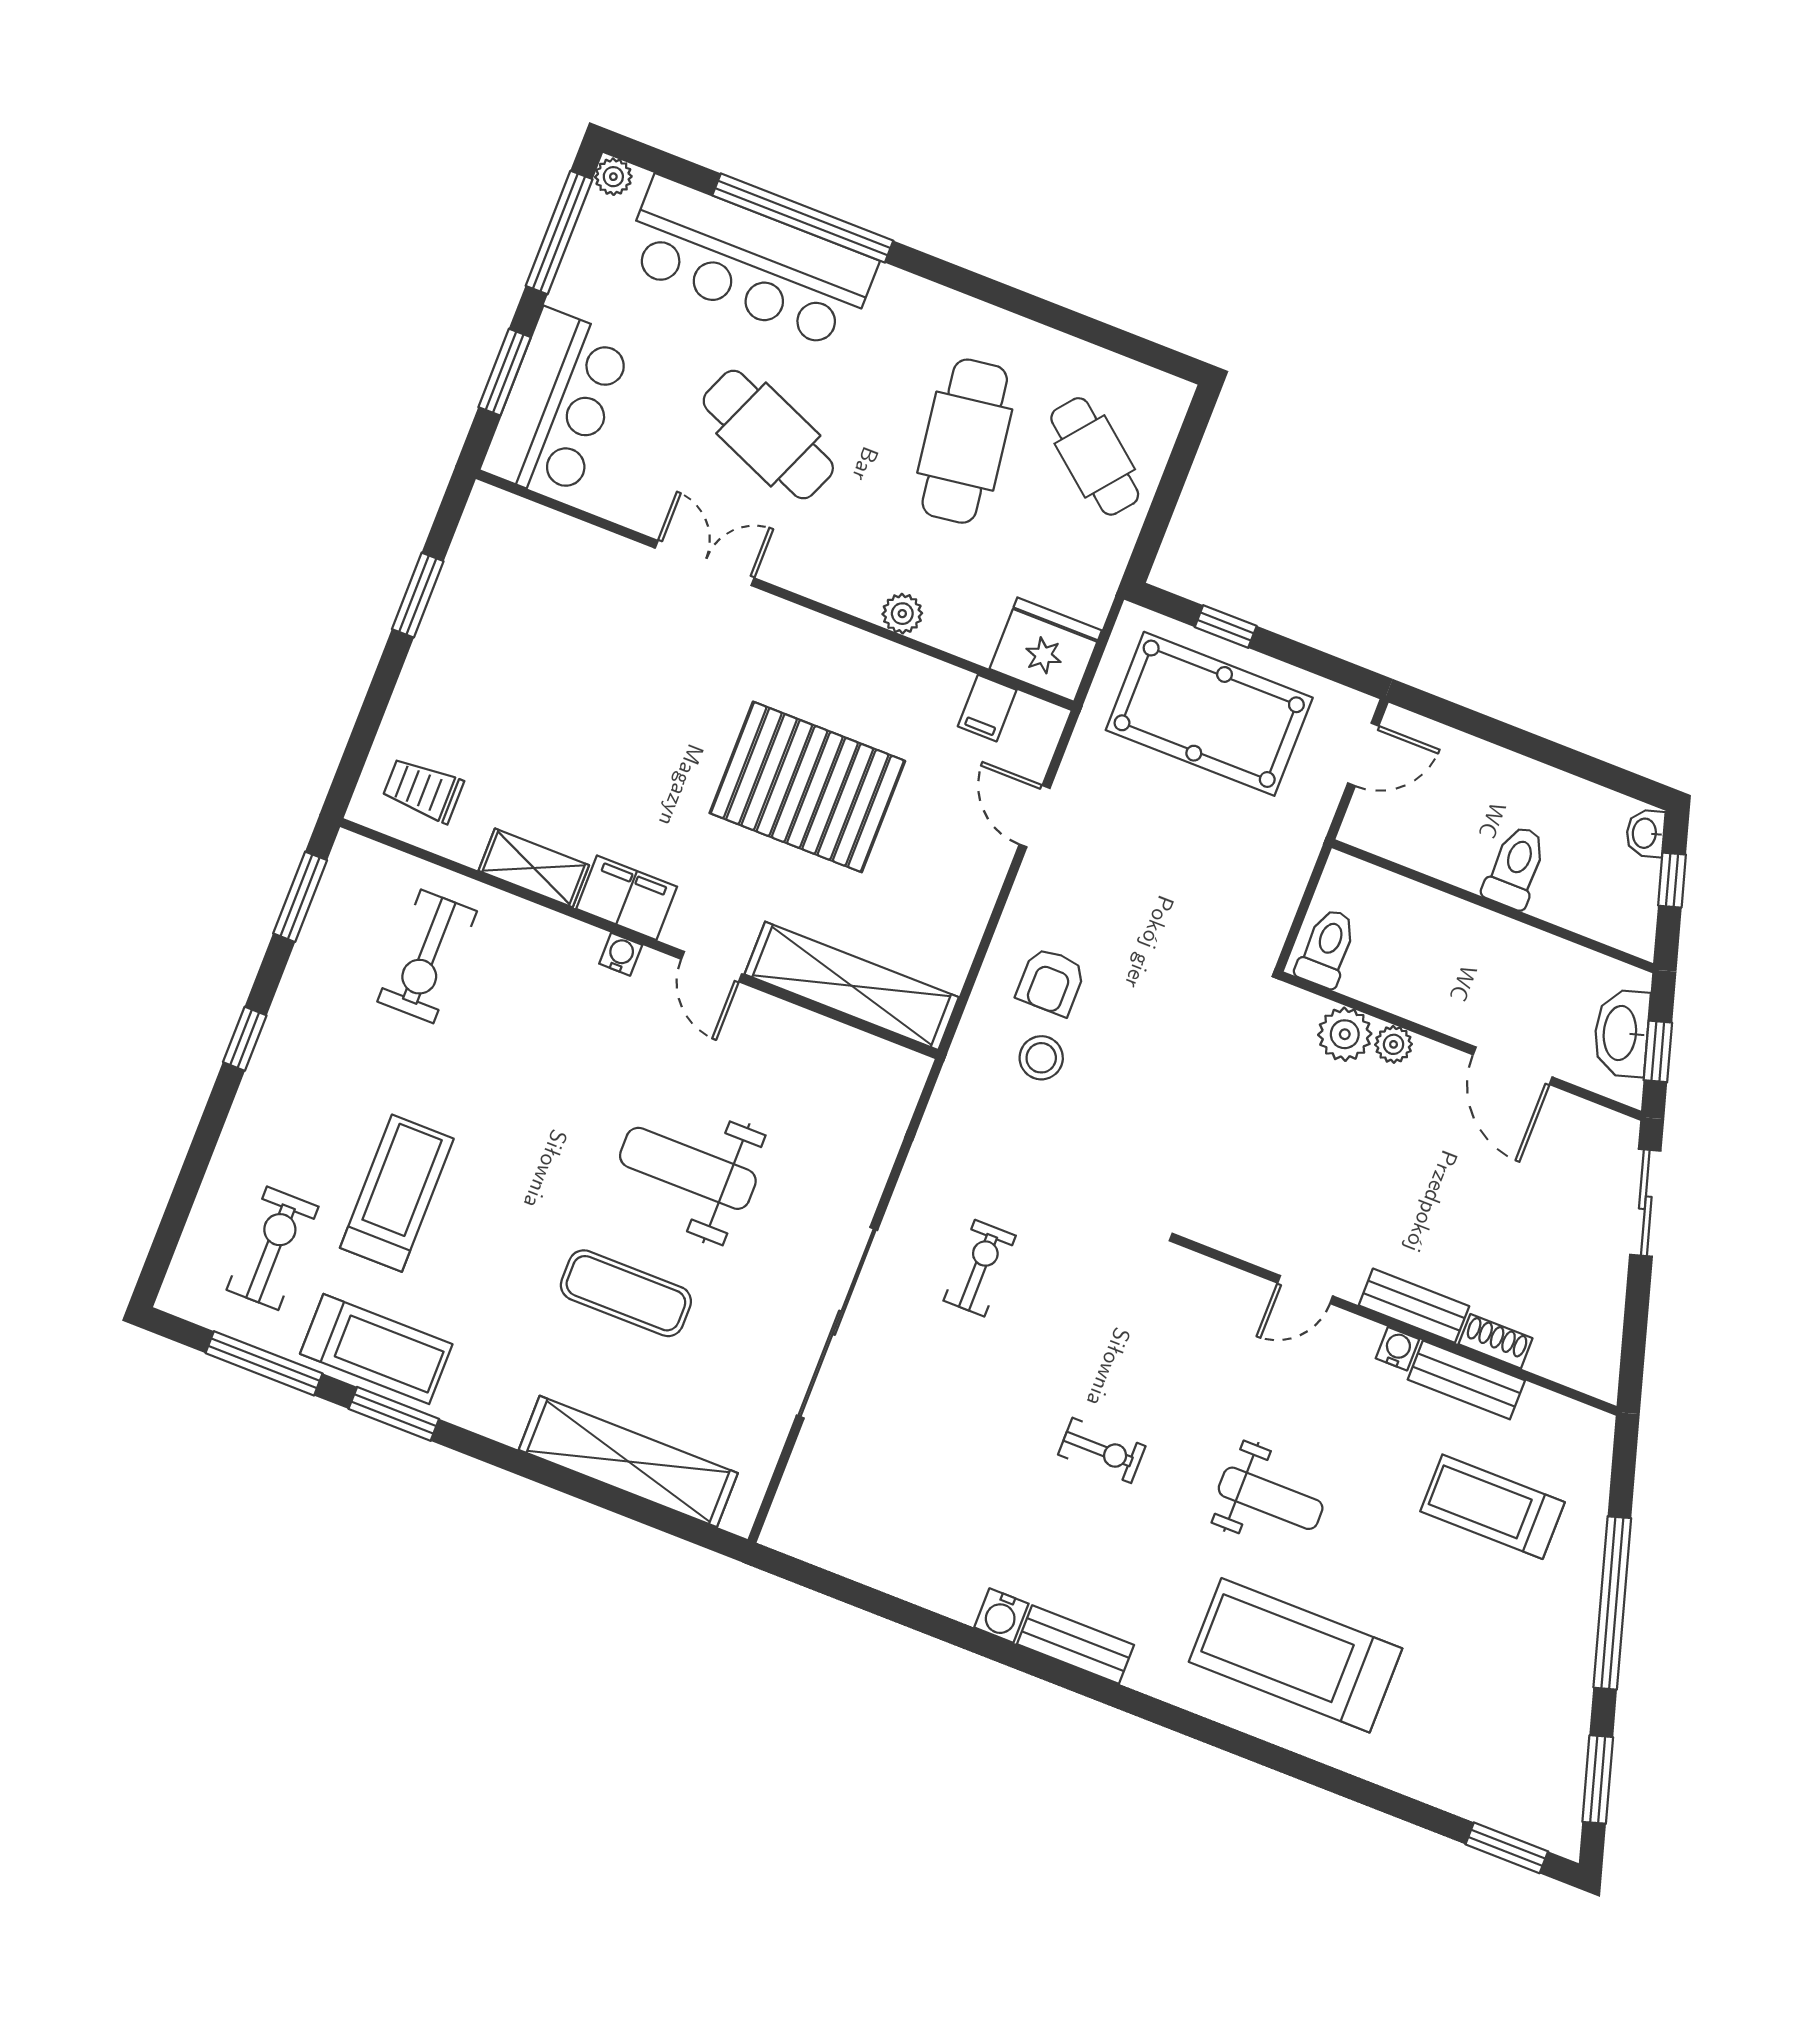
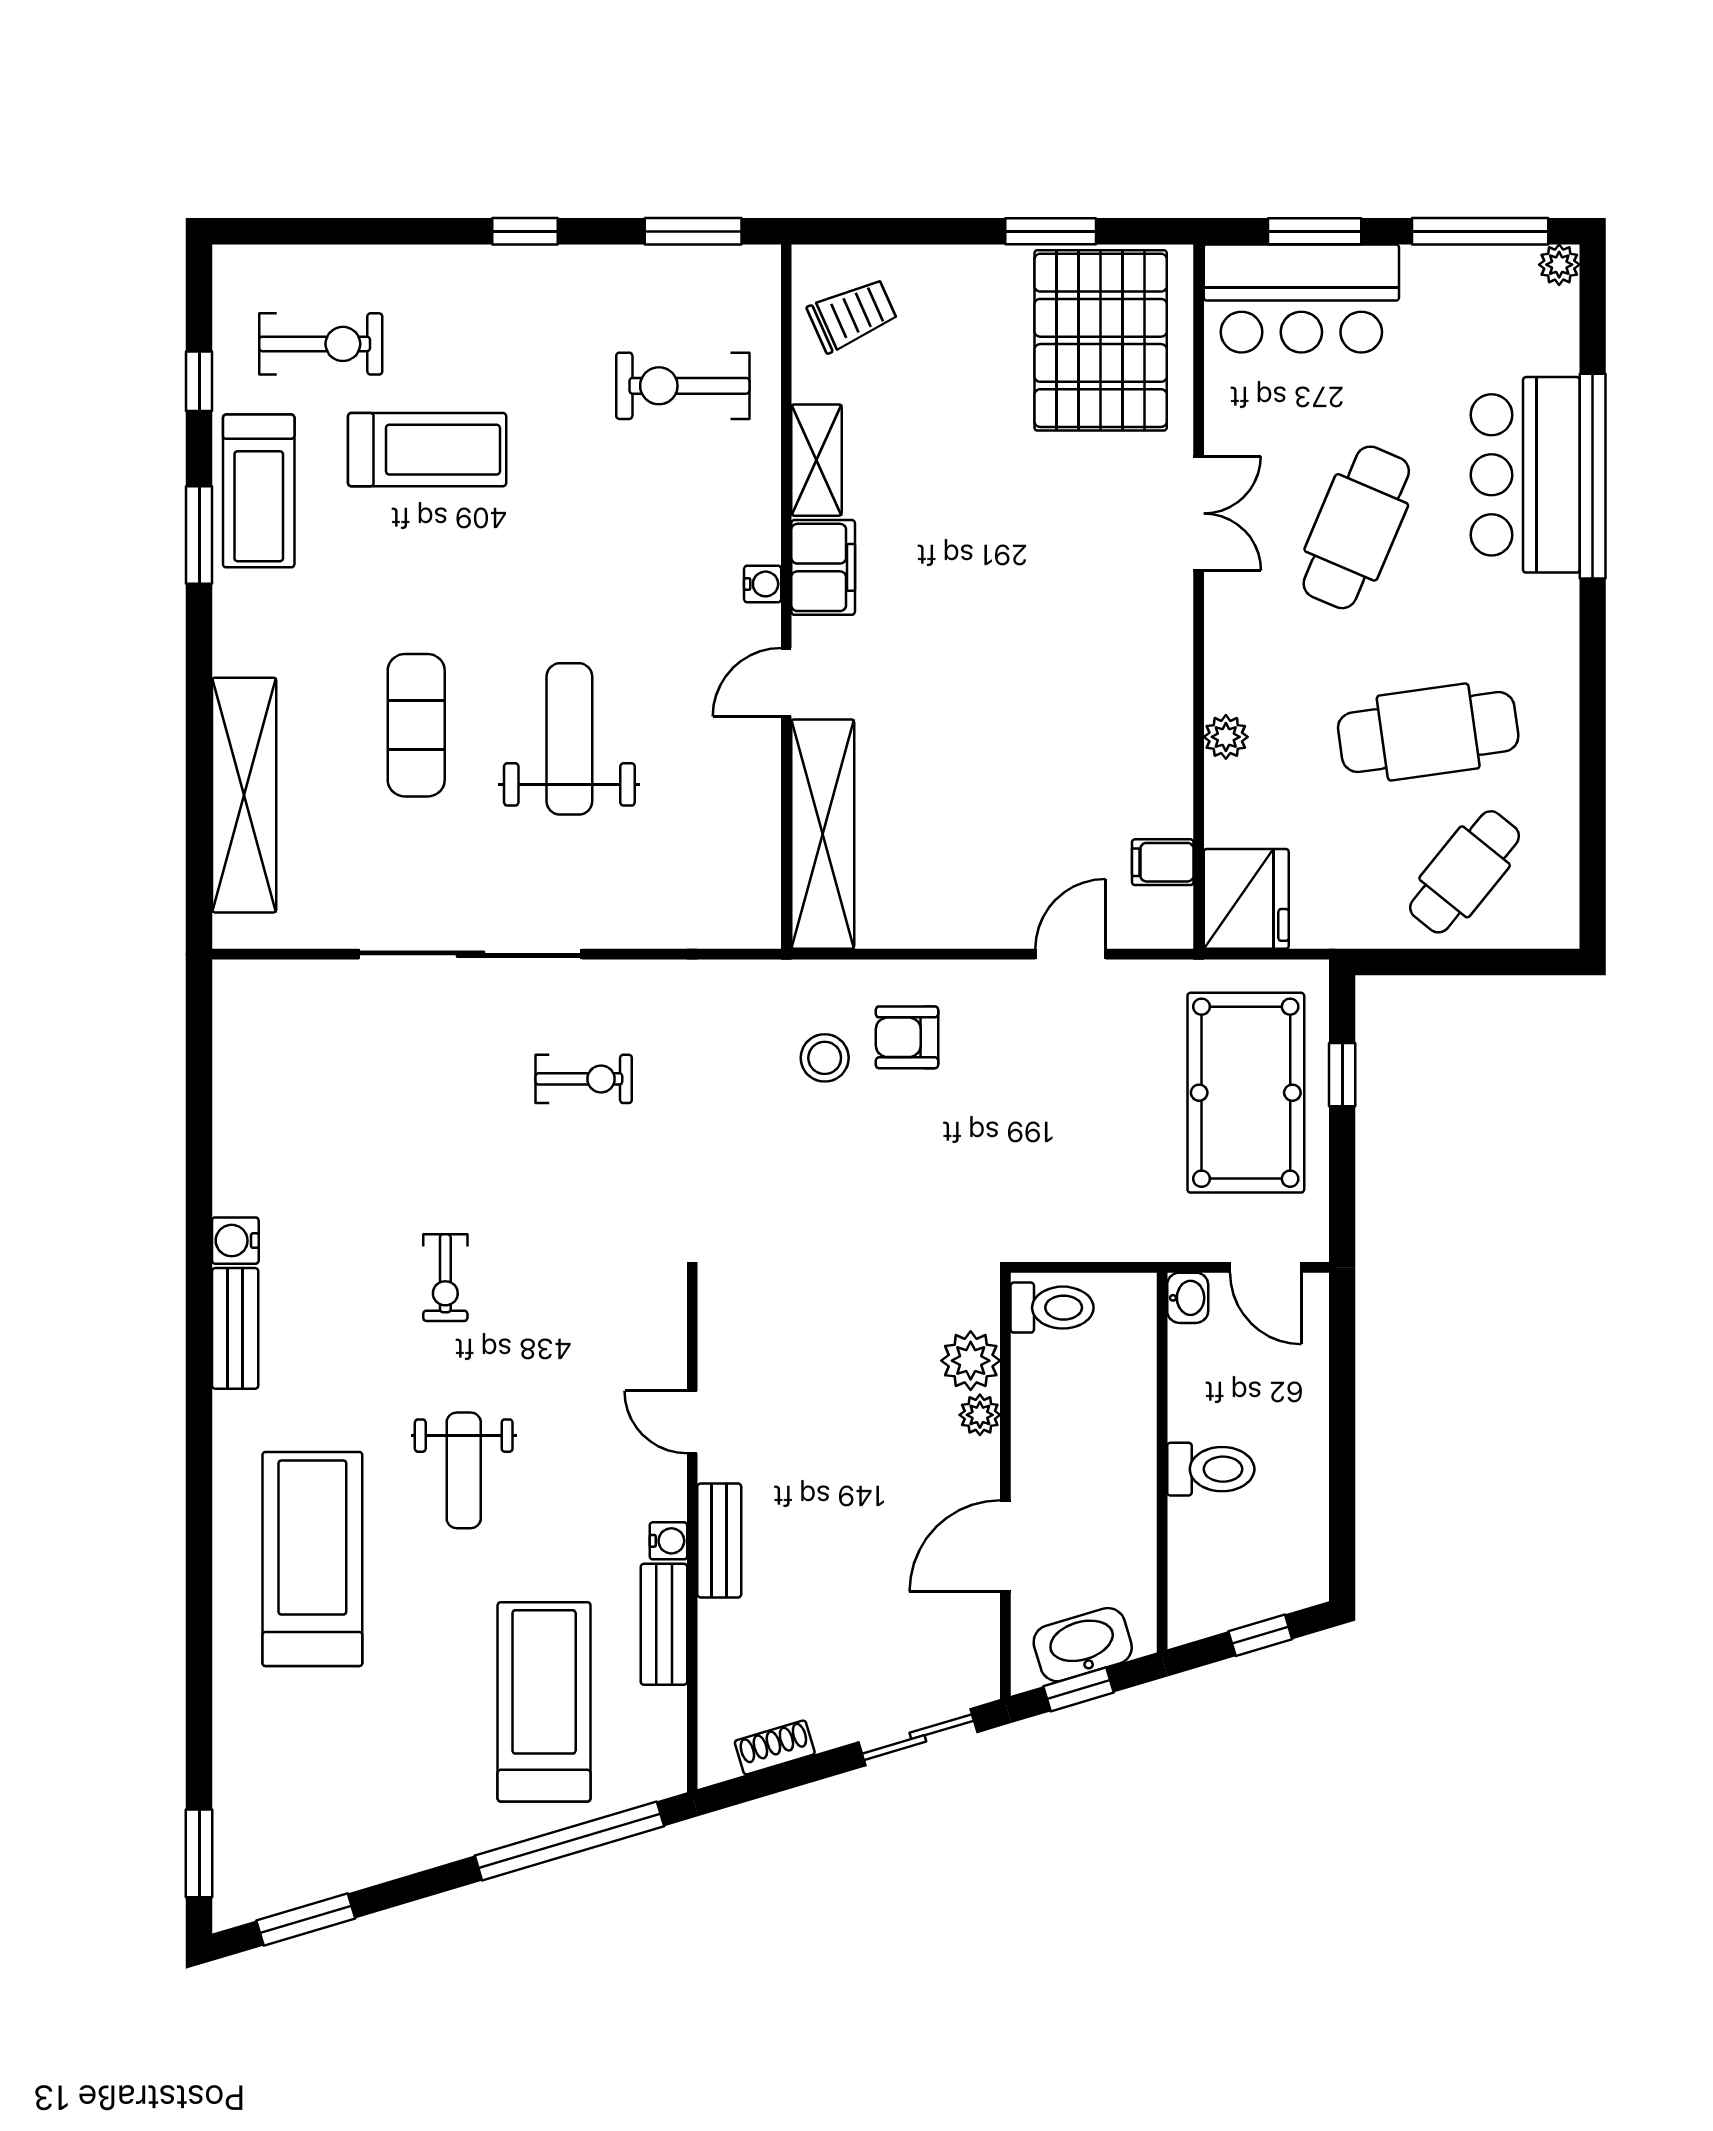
bar counter: (749, 263) -> (1525, 475), width x0.73
pallet: (807, 787) -> (1101, 340), moved
trolley: (423, 790) -> (852, 315), turned 66
washbasin: (1645, 833) -> (1188, 1298), moved, turned 107
shoe rack: (1496, 1341) -> (775, 1747), moved, turned -107
window: (264, 1363) -> (199, 381), width x0.46
treadmill: (1492, 1507) -> (544, 1702), width x1.37, depth x1.38
window: (1612, 1603) -> (569, 1841), moved

